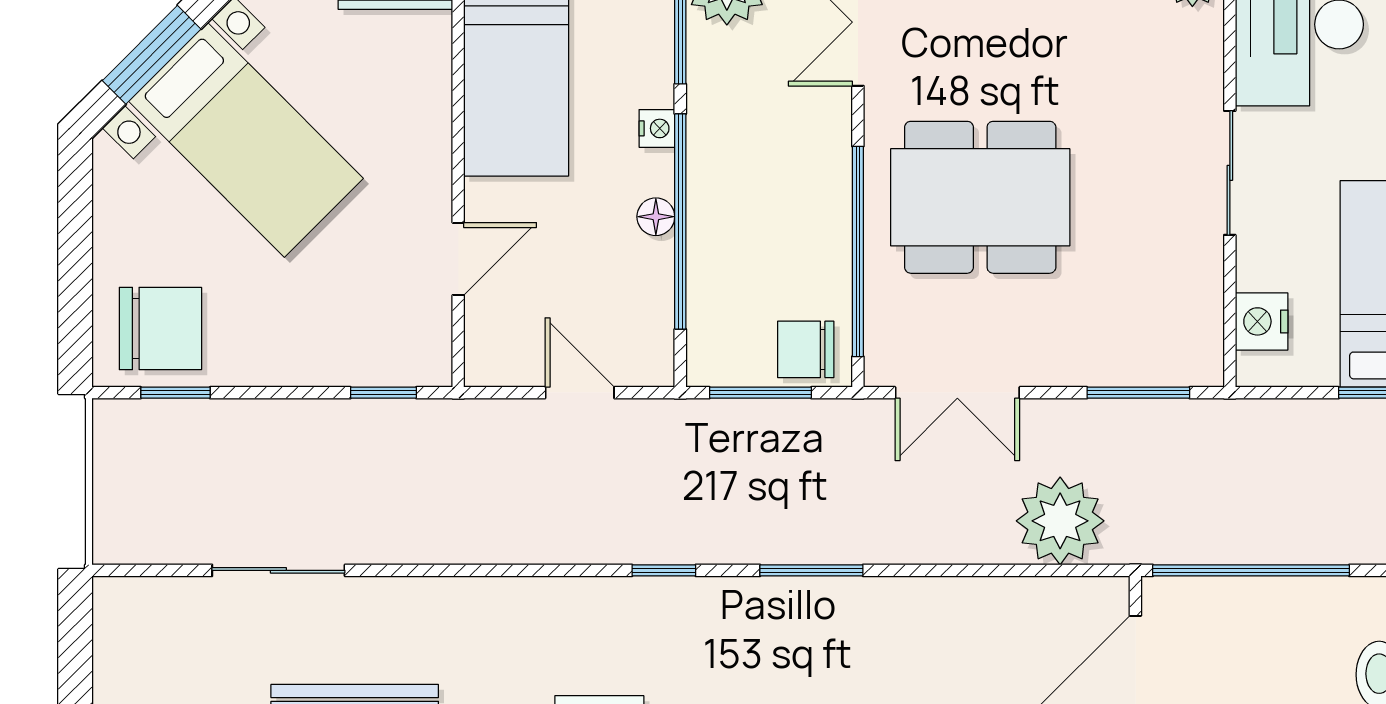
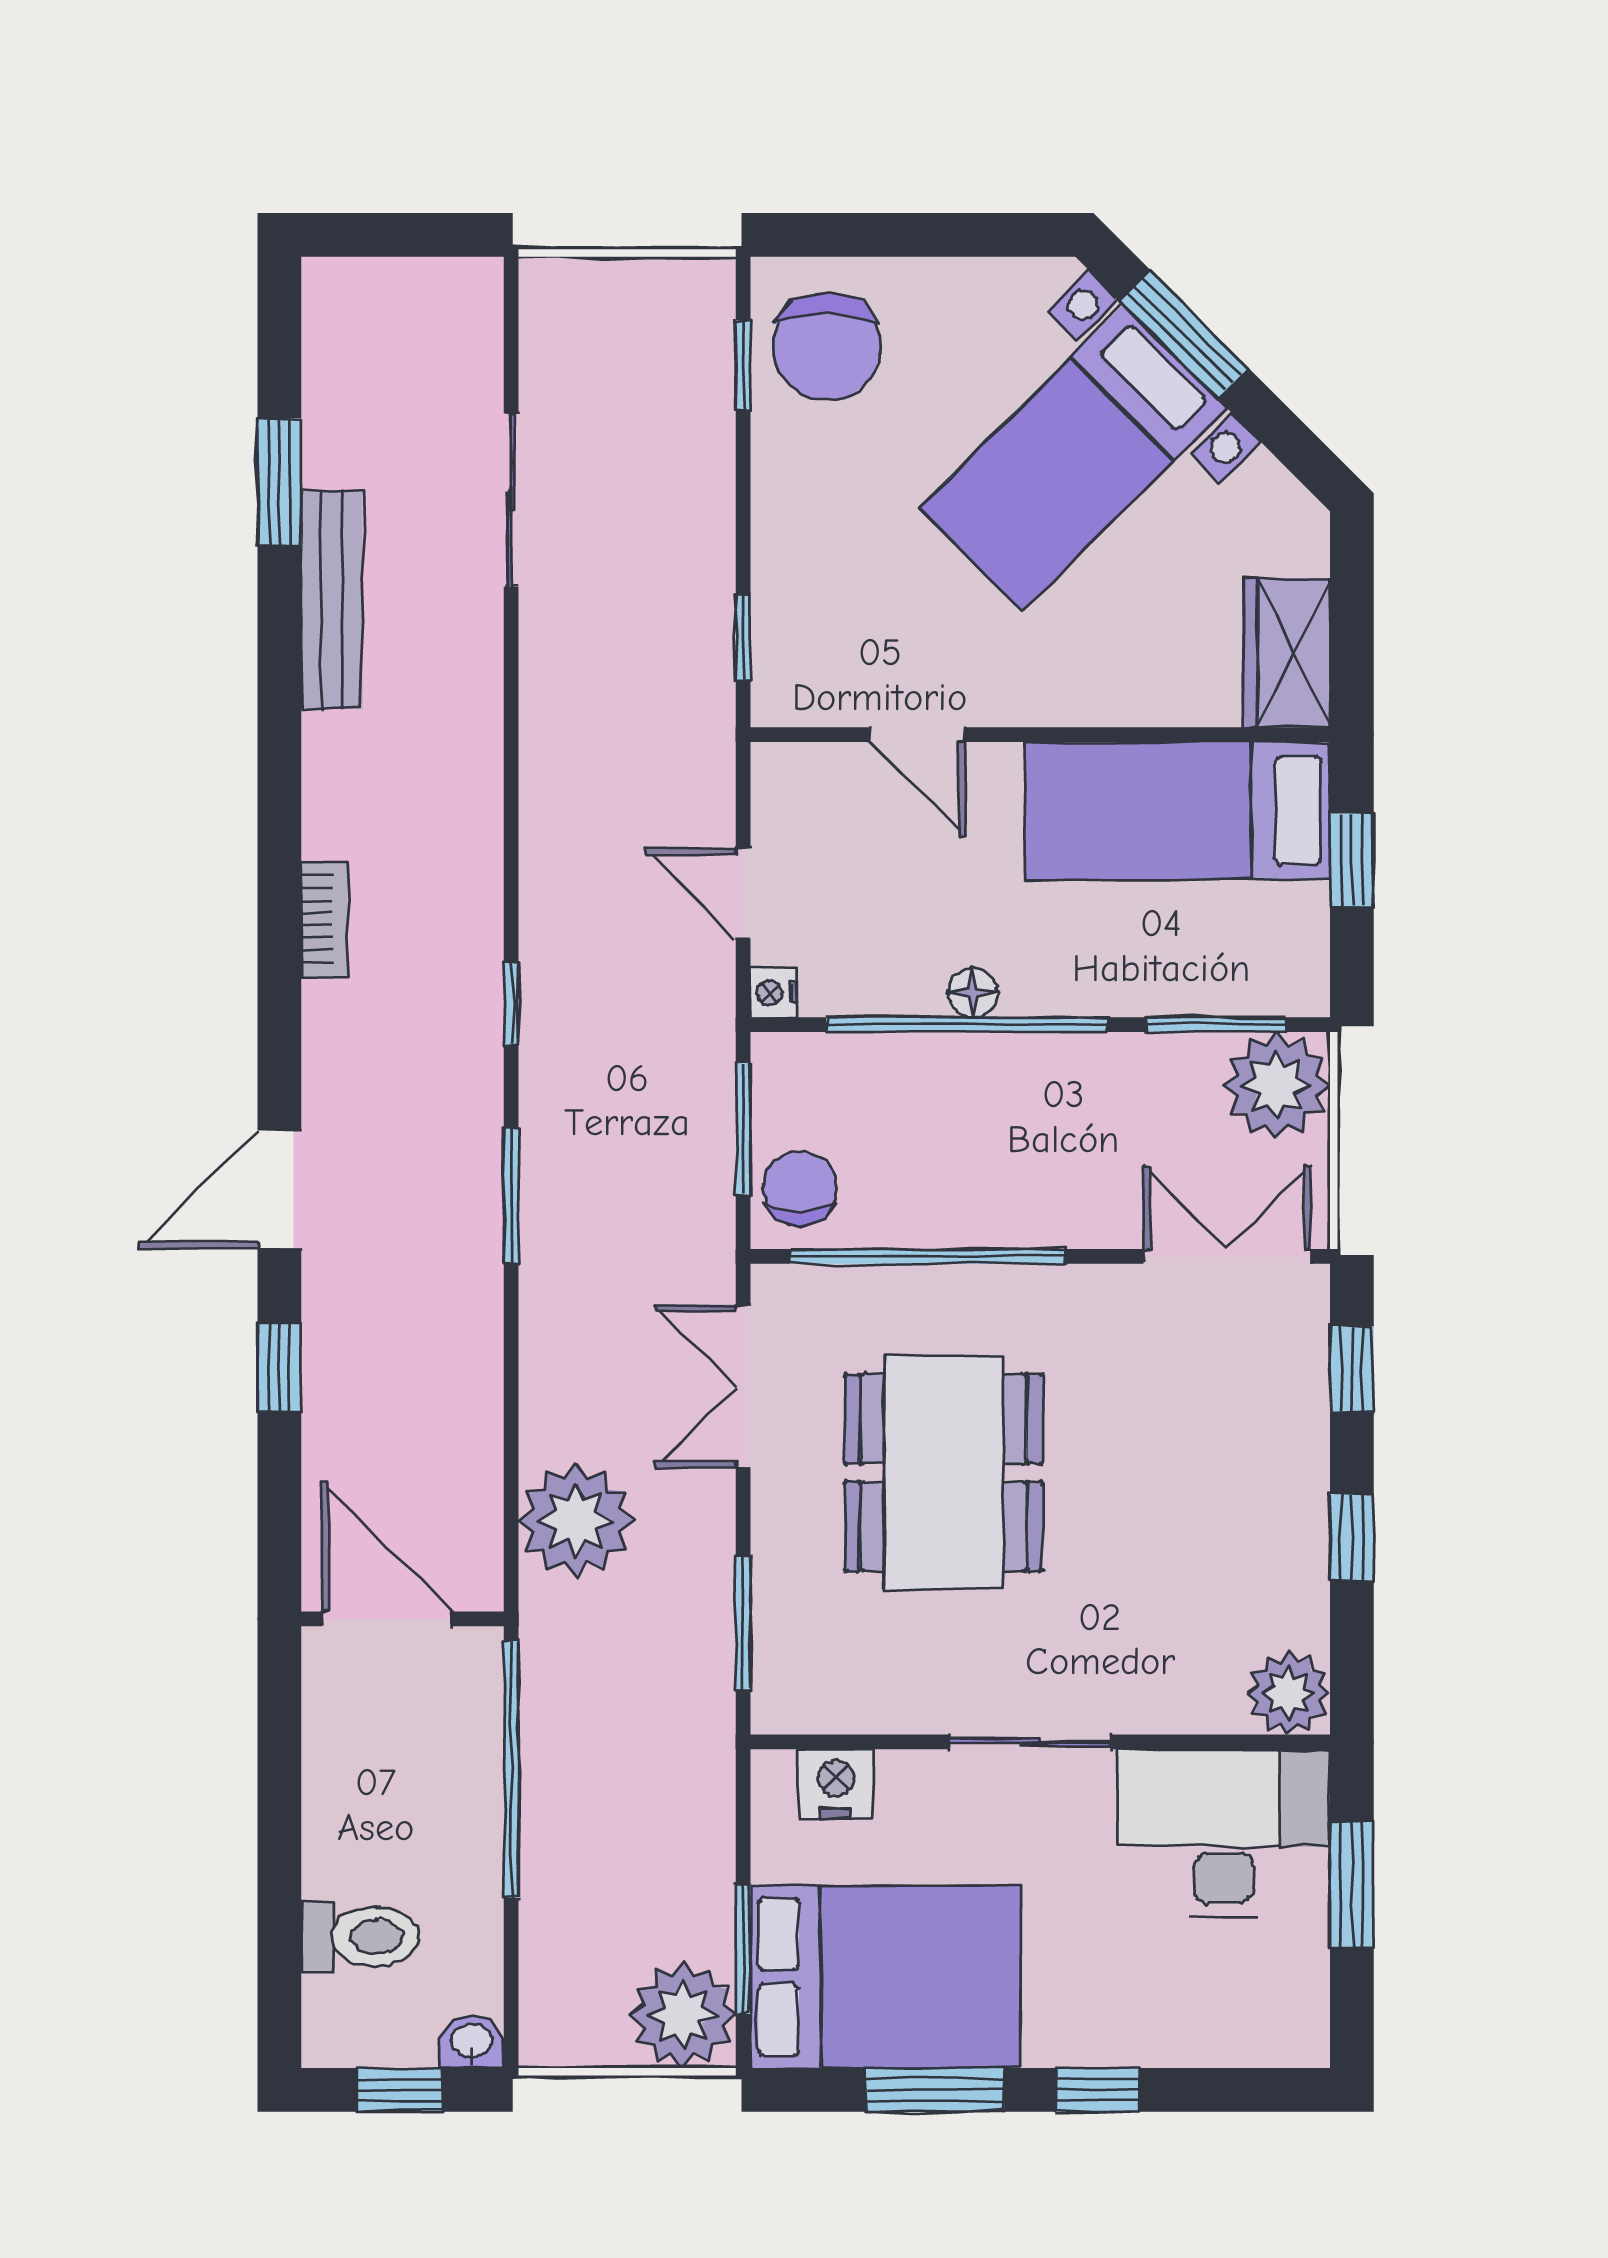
nightstand: (657, 128) -> (774, 993), moved, turned 90
dining table: (980, 197) -> (943, 1473), moved
door: (580, 393) -> (743, 893), swing flipped

